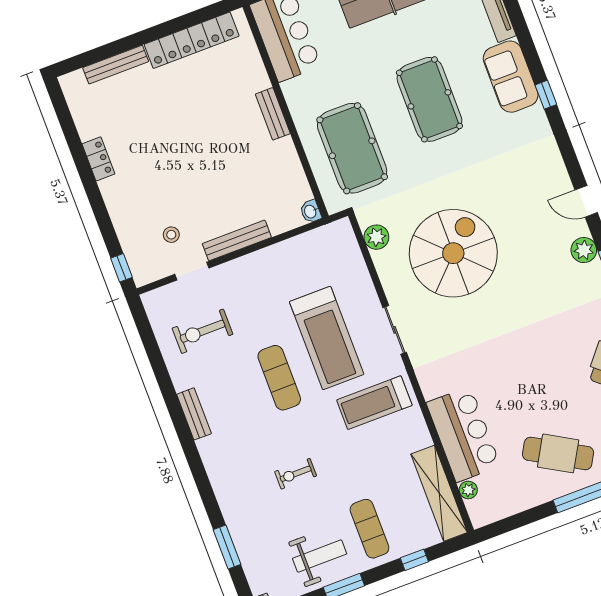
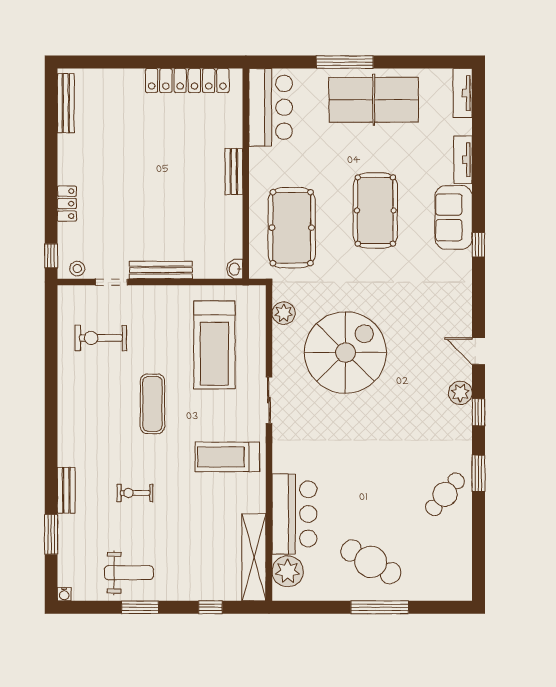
bench: (116, 65) -> (66, 103), moved, turned 90
locker: (98, 159) -> (67, 204), moved
stool: (171, 235) -> (77, 269), moved
treadmill: (327, 338) -> (214, 345), moved
bench: (194, 414) -> (66, 490), moved
plant: (468, 490) -> (288, 571), width x1.88, depth x1.88
exercise mat: (369, 529) -> (181, 565), removed

